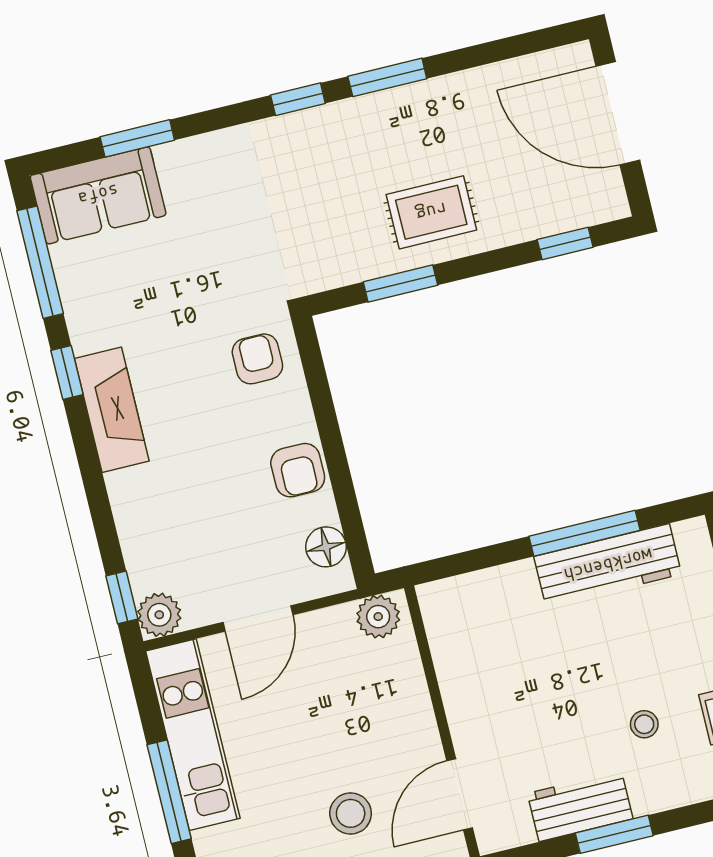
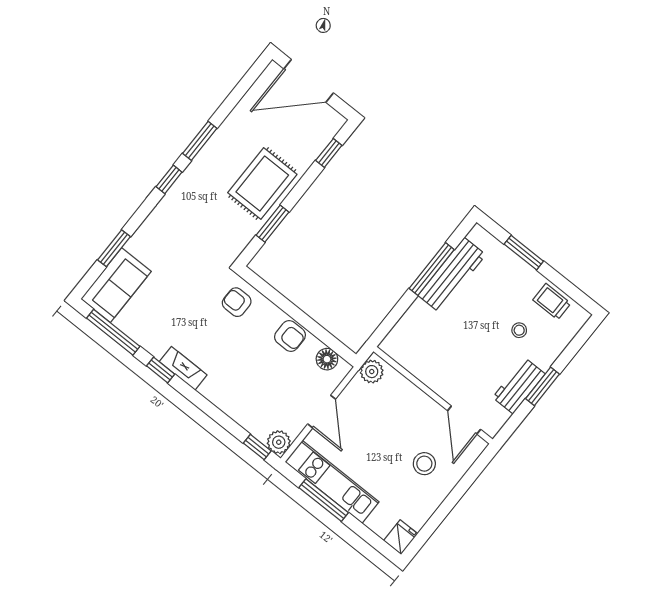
rug: (431, 212) -> (262, 184), width x1.36, depth x1.43
fireplace: (112, 410) -> (183, 368), width x0.73, depth x0.76
window: (169, 792) -> (324, 500), moved

